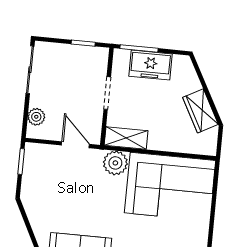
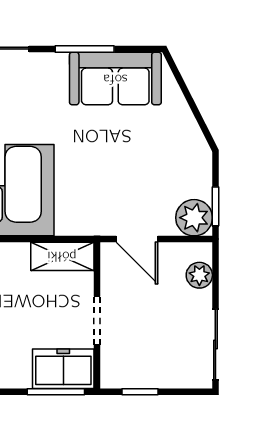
freezer: (150, 65) -> (63, 369), moved
plant: (115, 163) -> (194, 218), moved

